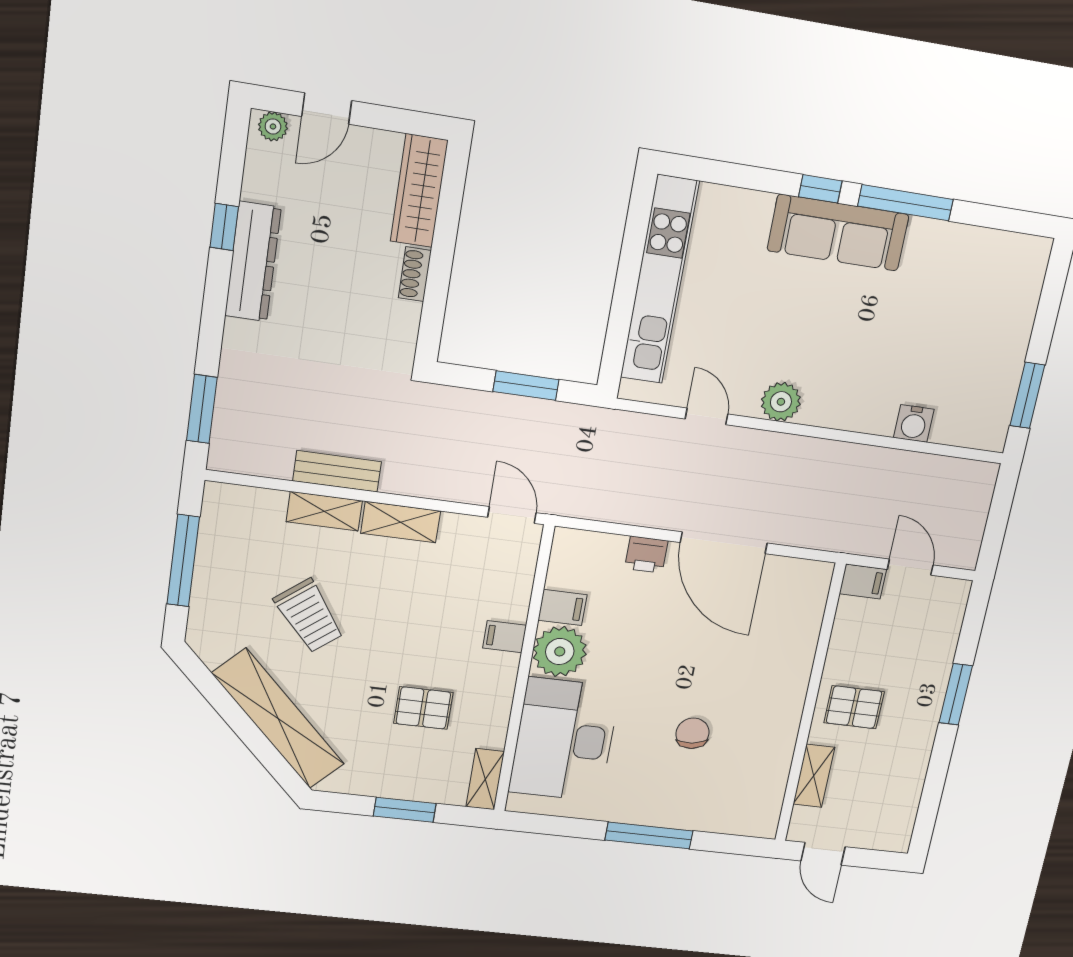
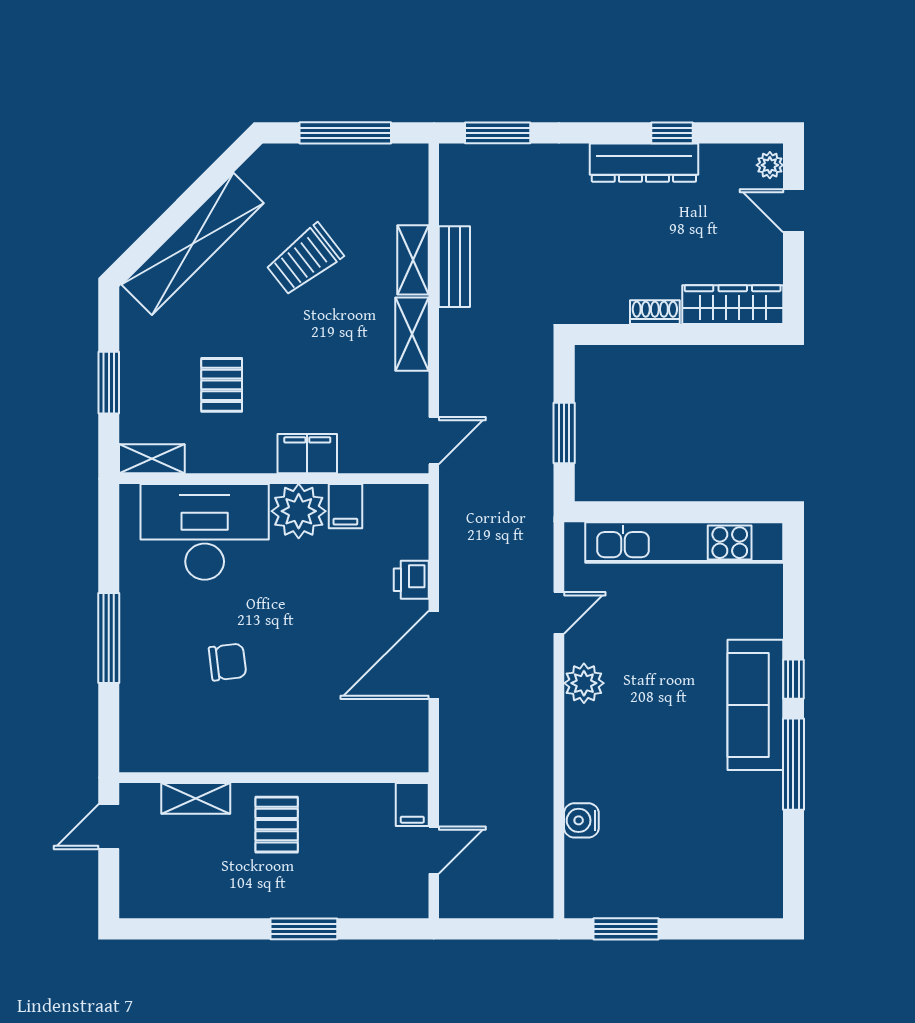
filing cabinet: (505, 637) -> (307, 454), width x2.00

